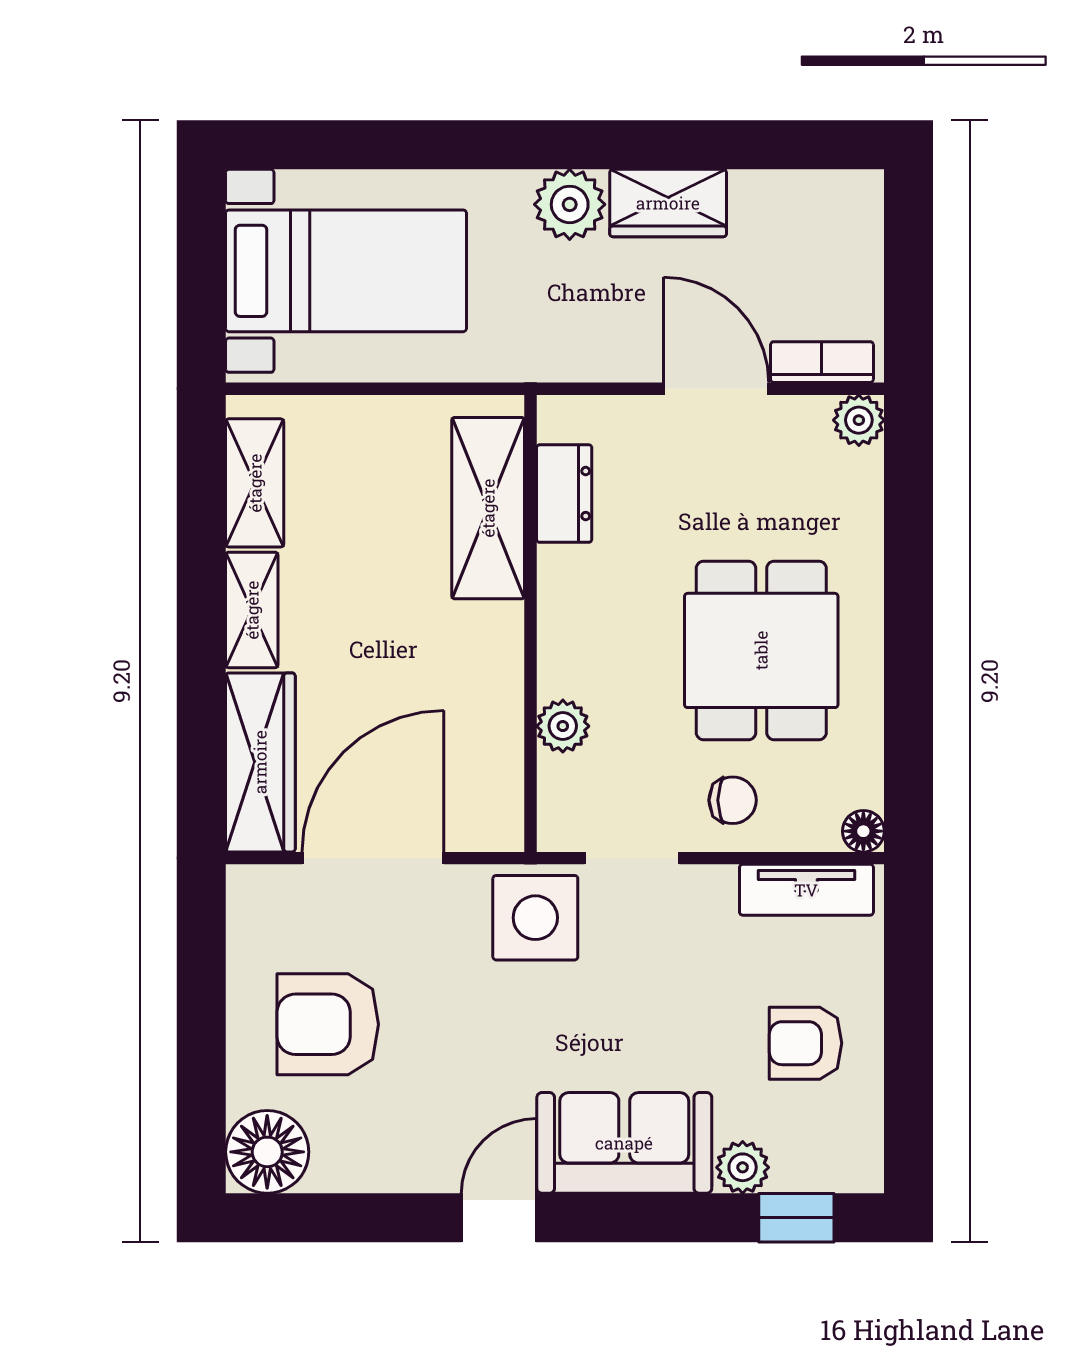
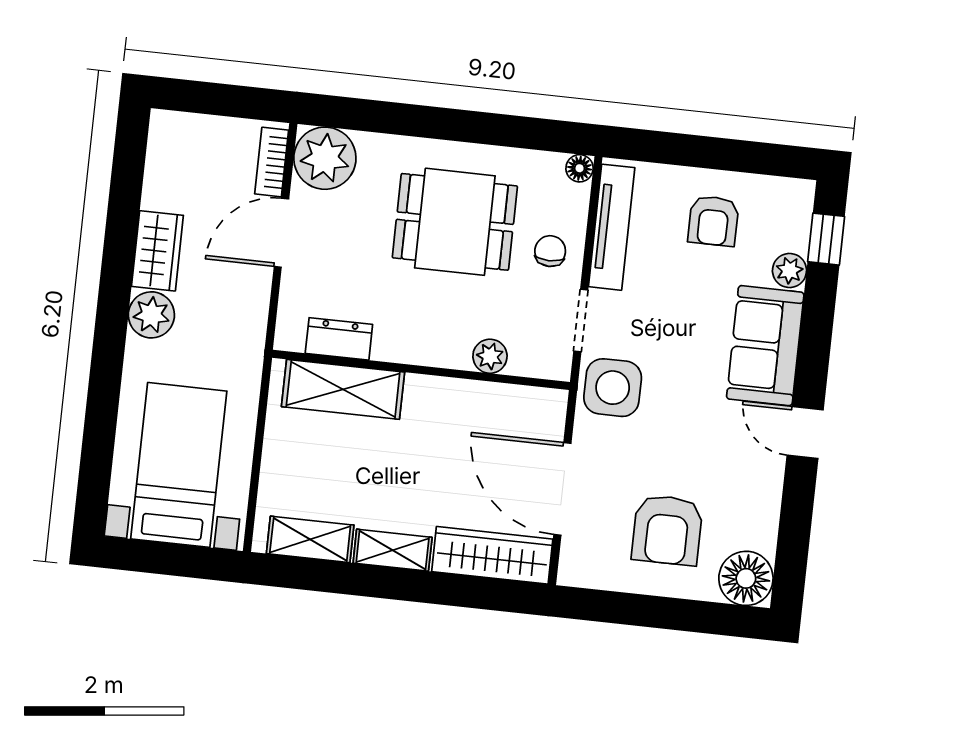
plant: (859, 420) -> (325, 158), width x1.88, depth x1.88
tv unit: (806, 890) -> (612, 227), width x1.41

